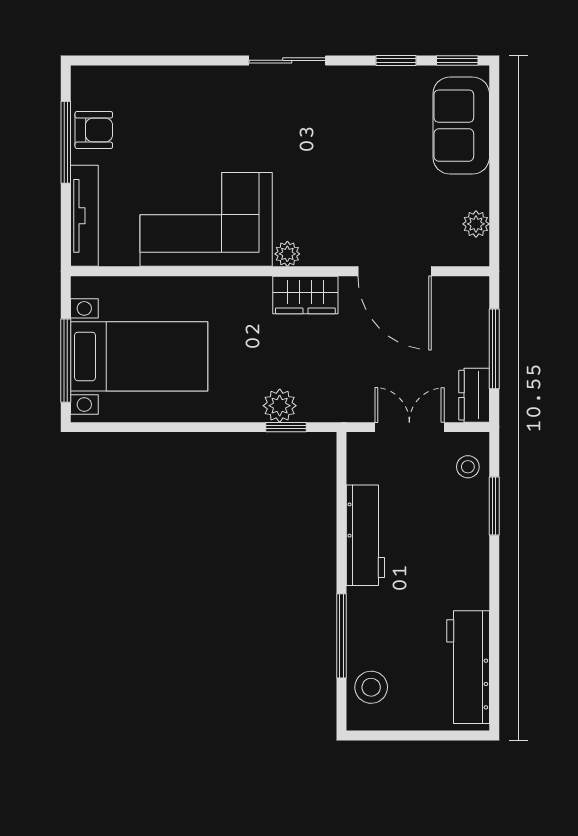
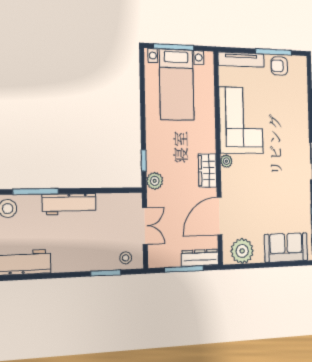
armchair: (94, 130) -> (279, 66), turned 90
plant: (476, 224) -> (242, 251), width x1.88, depth x1.88
dresser: (474, 395) -> (200, 258), moved, width x1.44
plant: (280, 406) -> (155, 181), moved
workbench: (365, 535) -> (69, 204), moved

